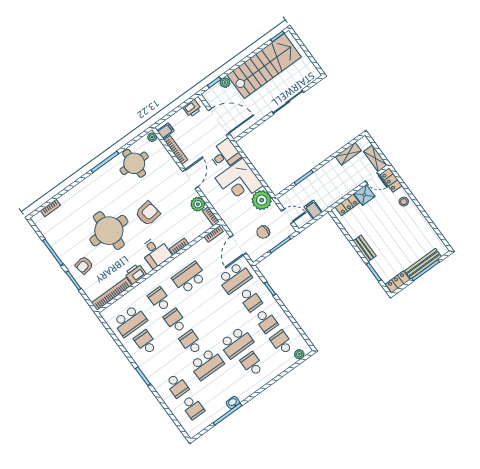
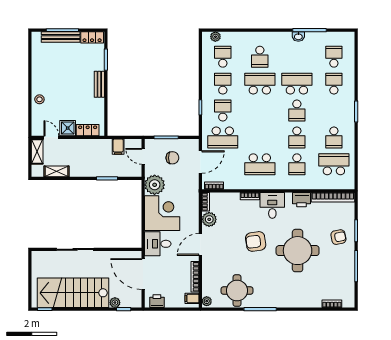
locker: (391, 180) -> (37, 124), removed
school desk: (235, 278) -> (223, 137), turned 180
school desk: (282, 342) -> (223, 57), turned 180

